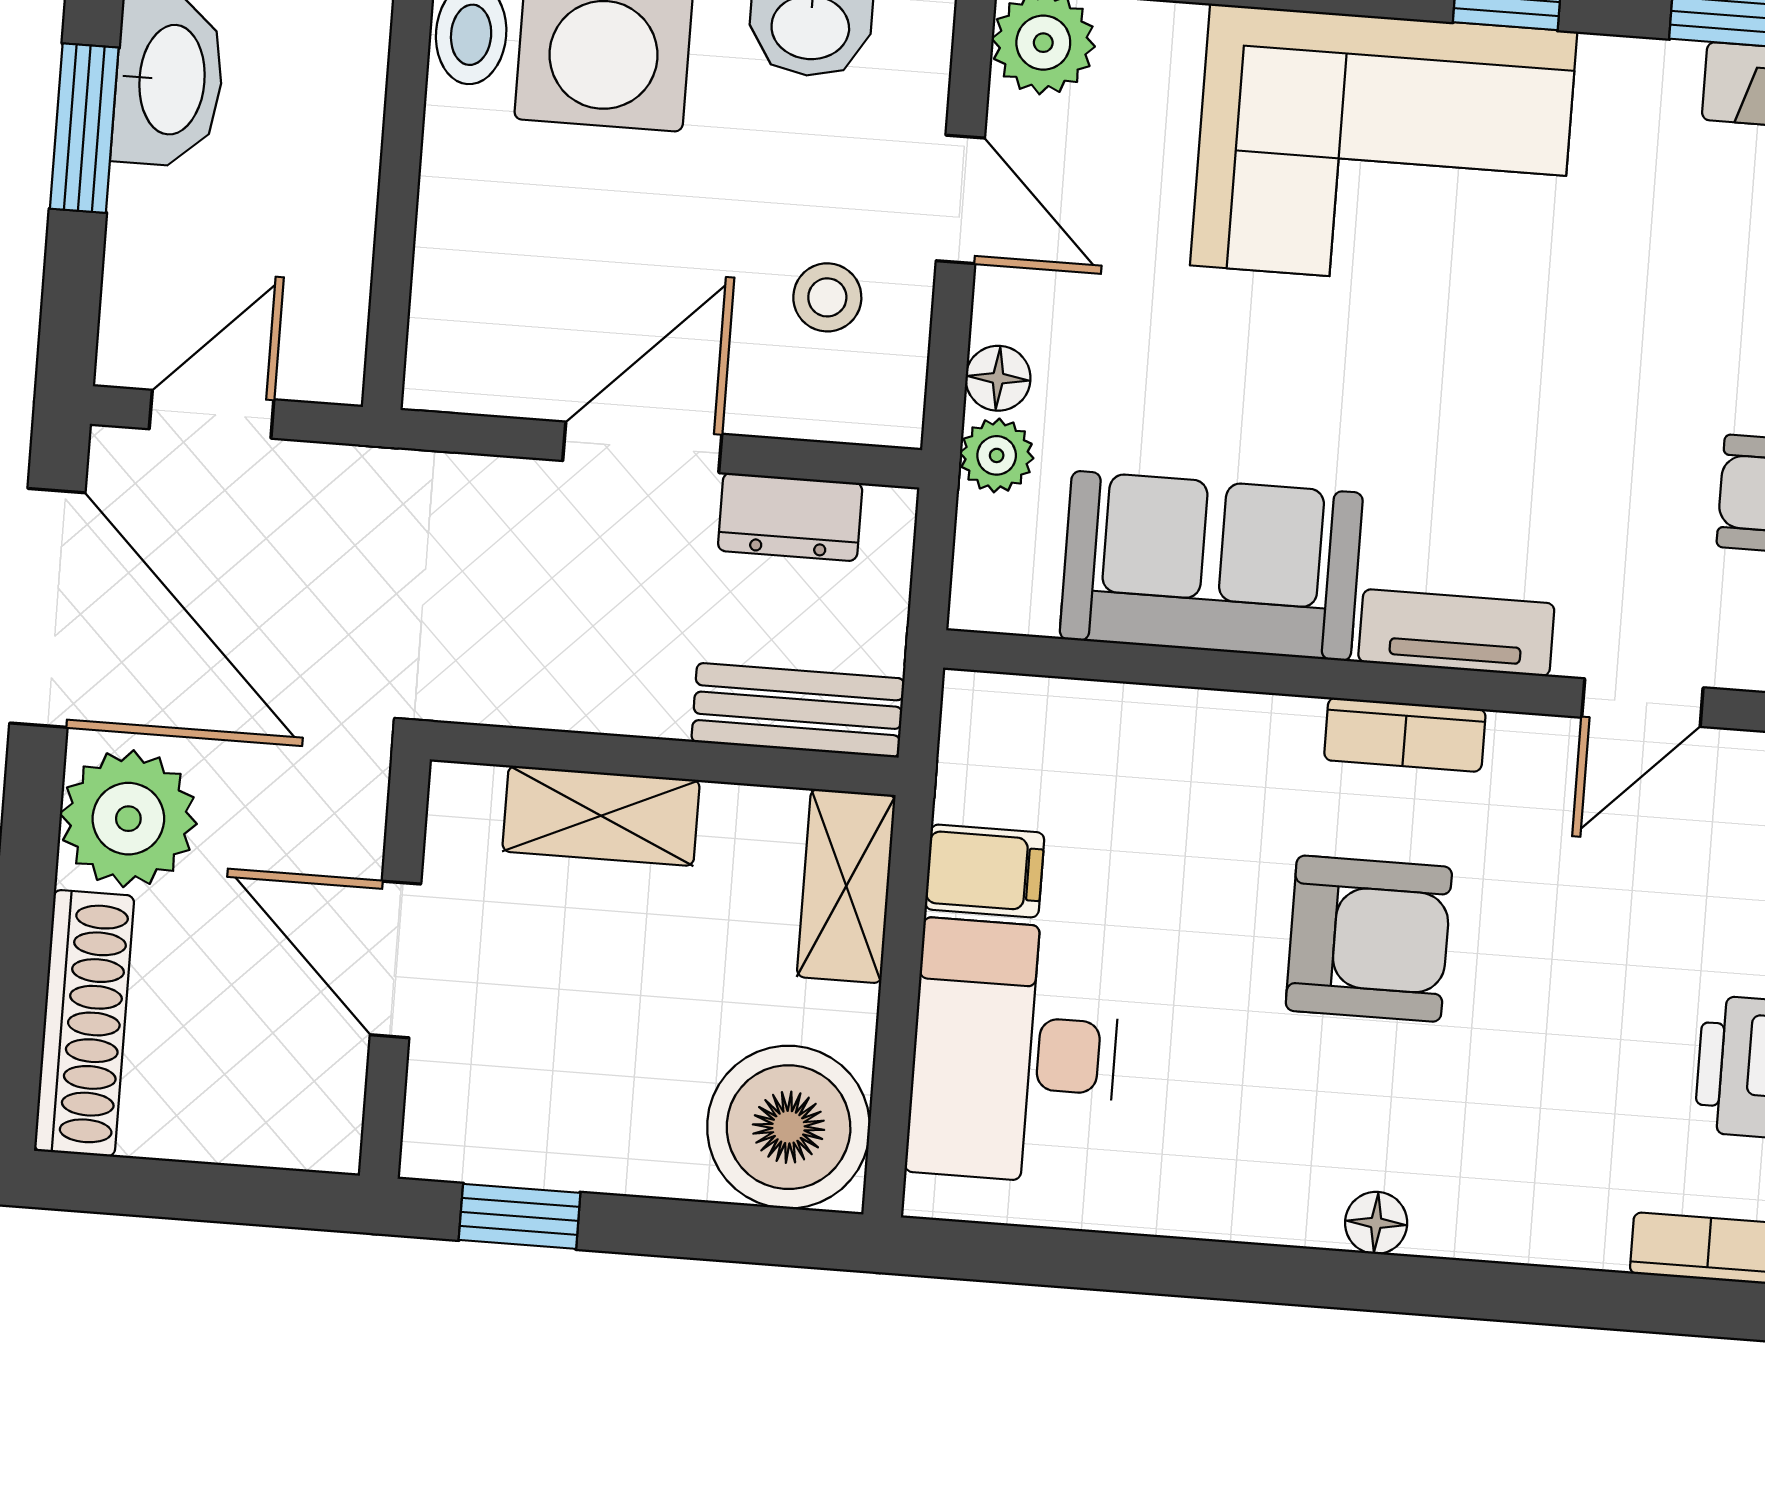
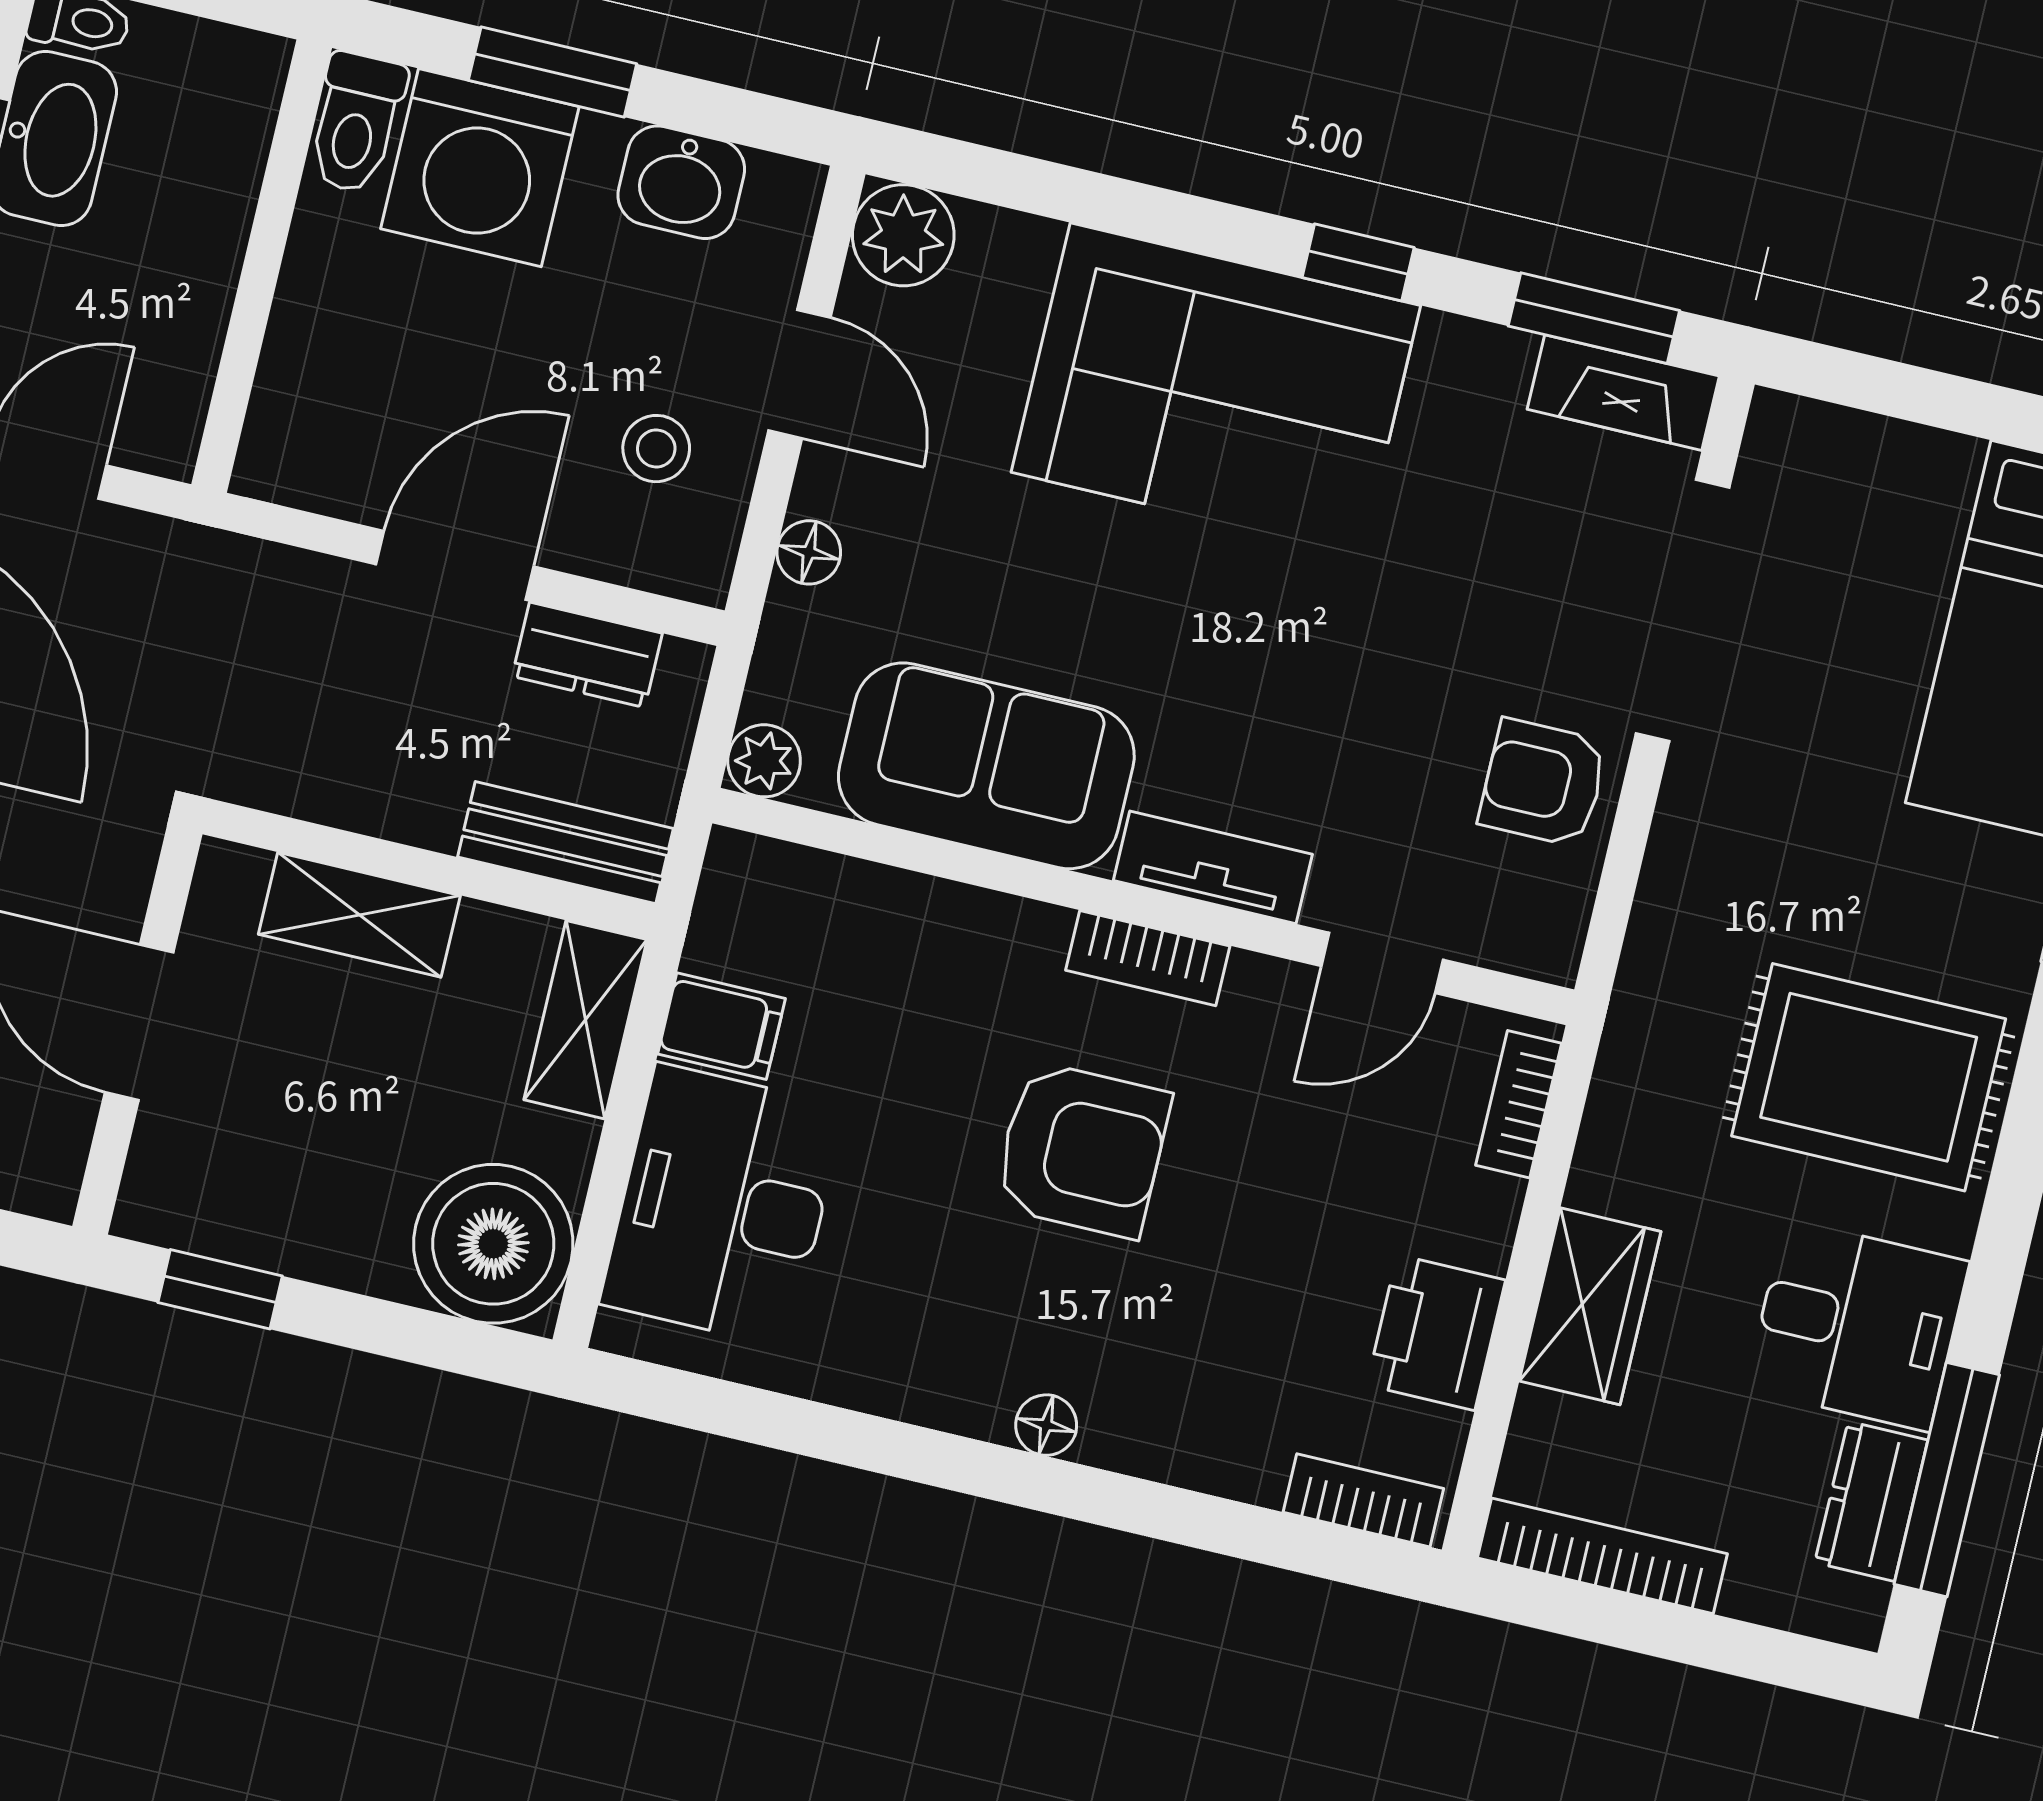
plant: (997, 455) -> (764, 761), moved

